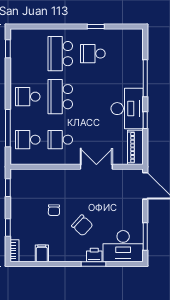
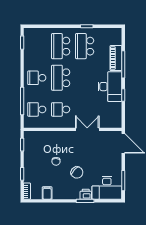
school desk: (93, 54) -> (85, 46), width x1.85
piano: (135, 147) -> (116, 58), moved

